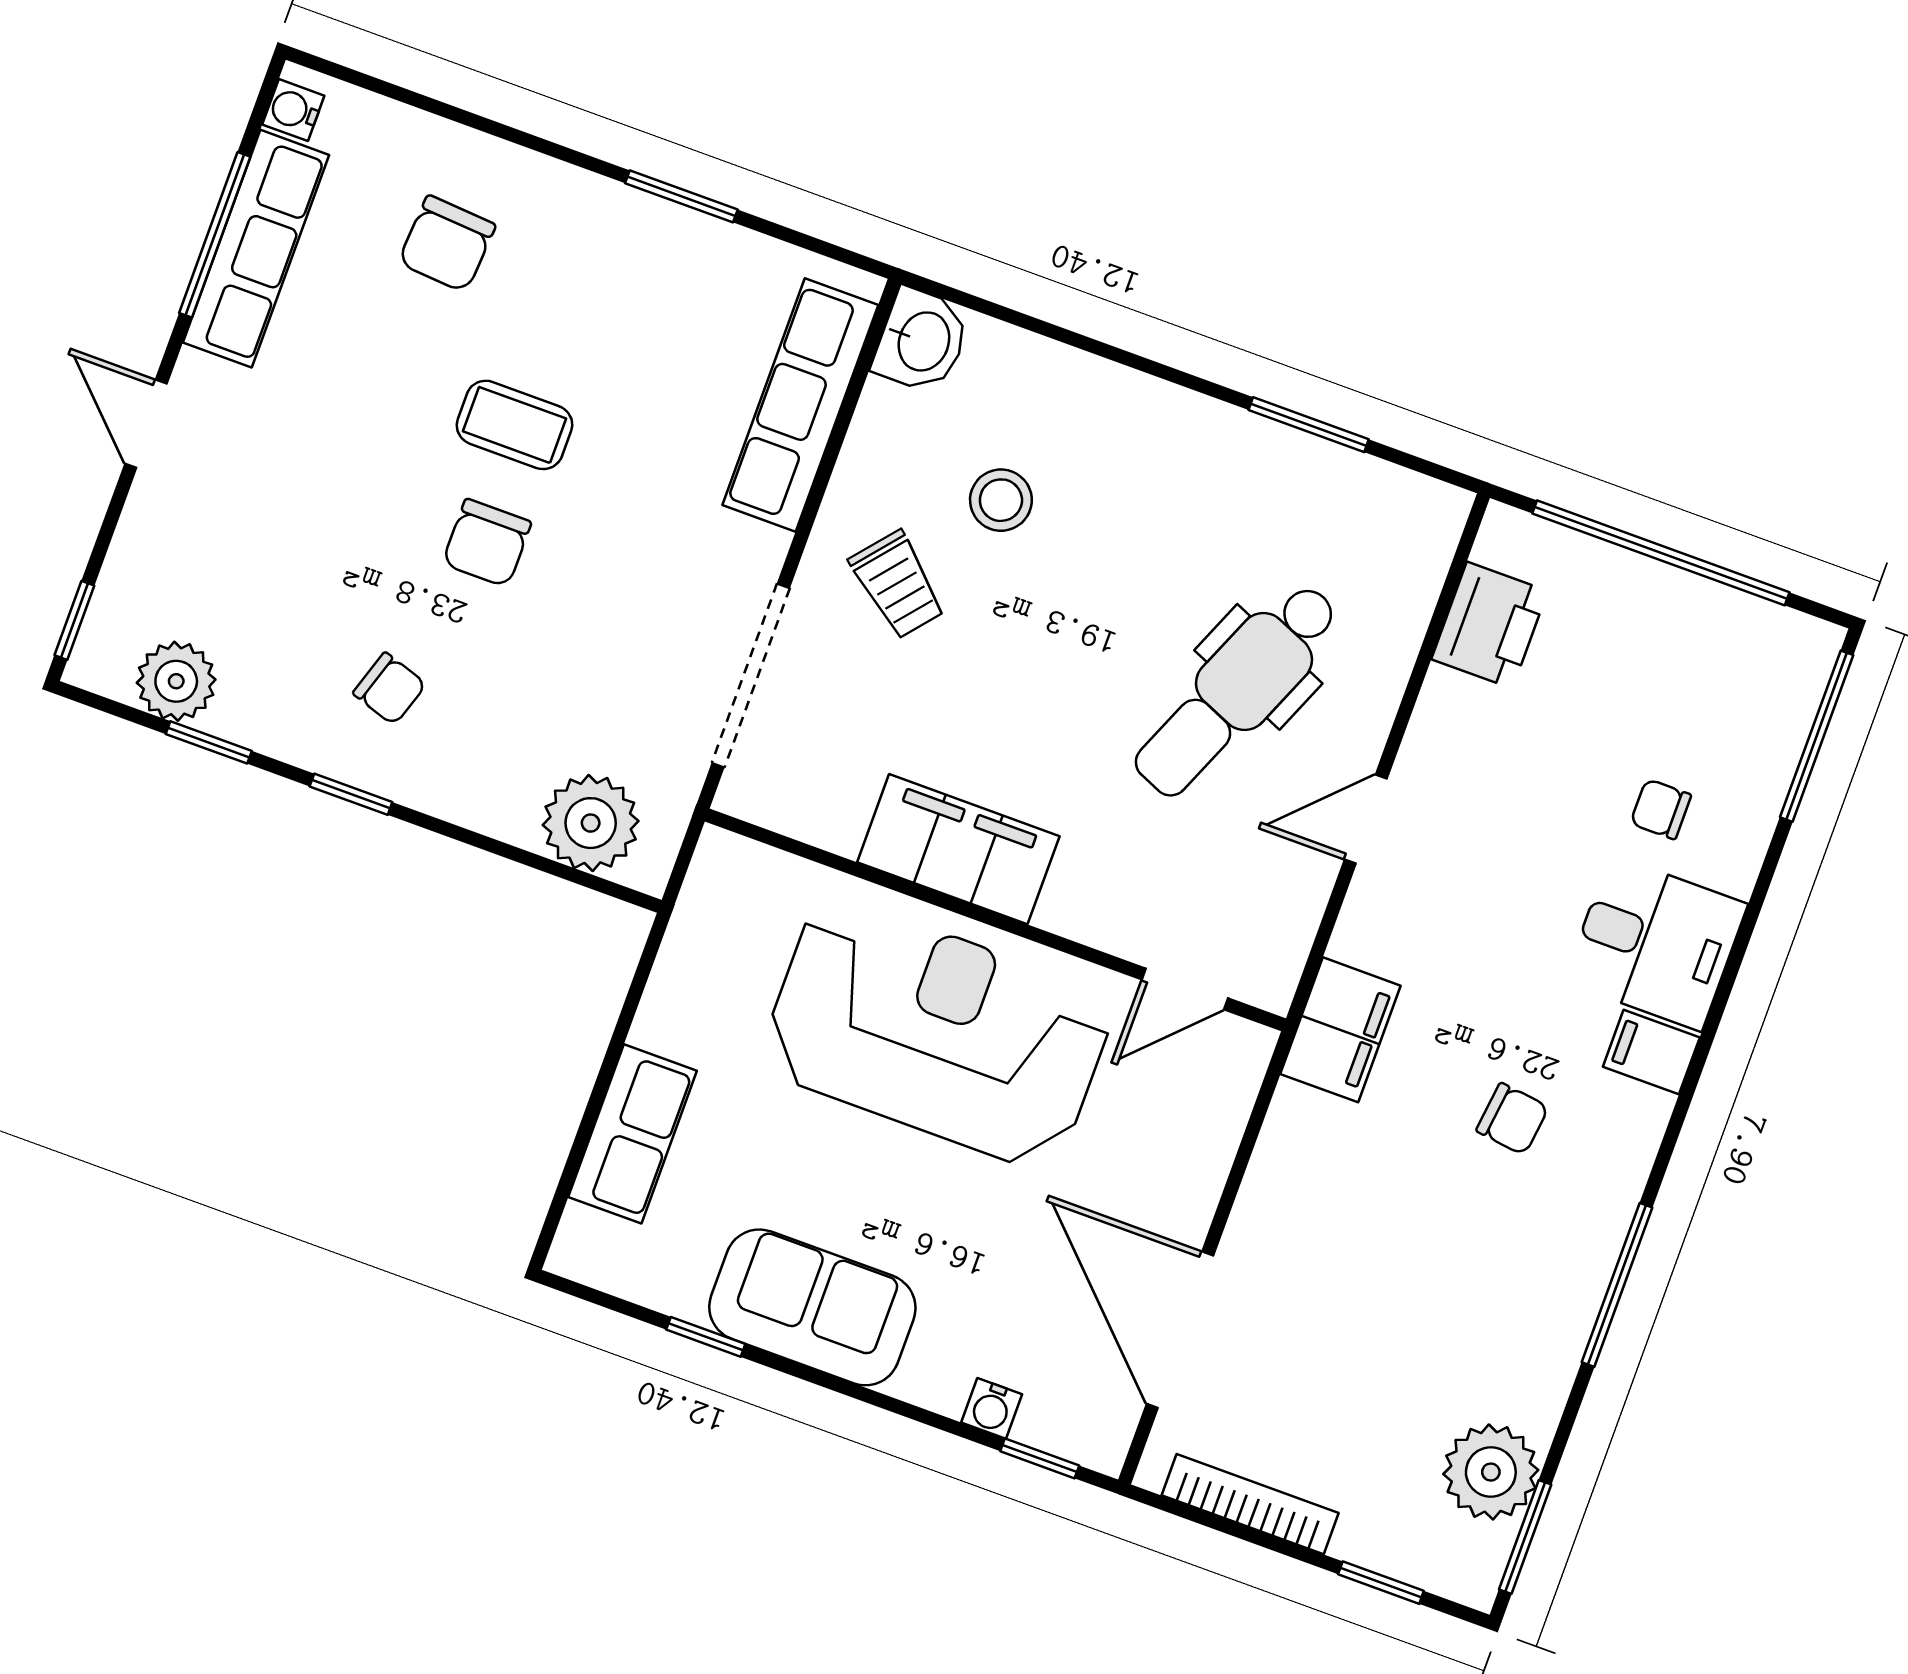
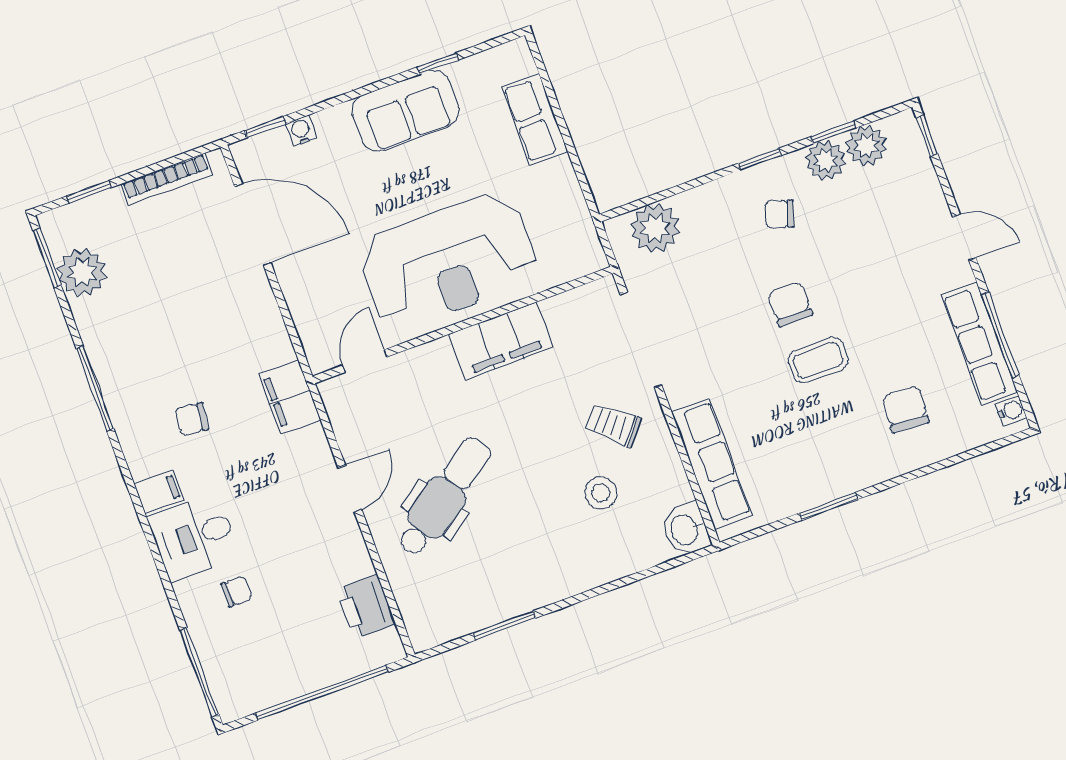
dental chair: (1237, 690) -> (444, 497), turned 32
plant: (255, 711) -> (825, 160), added

